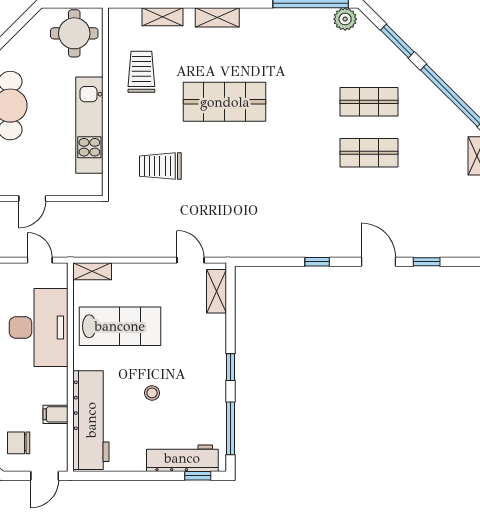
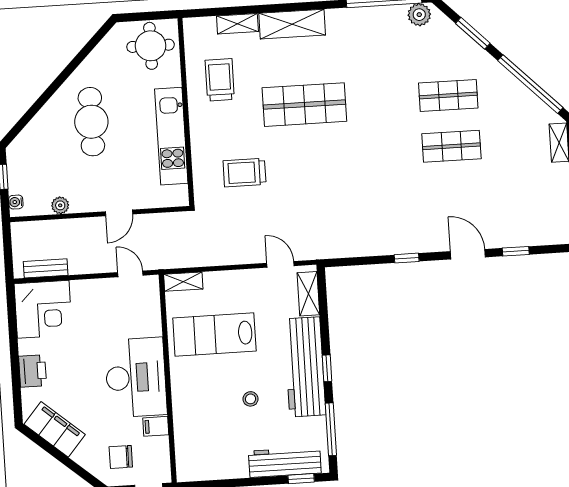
shelving: (217, 17) -> (292, 24), width x1.50, depth x1.33
lab bench: (120, 326) -> (214, 335), turned 180
desk: (39, 327) -> (136, 377), moved
workbench: (91, 420) -> (305, 367), moved, turned 180

